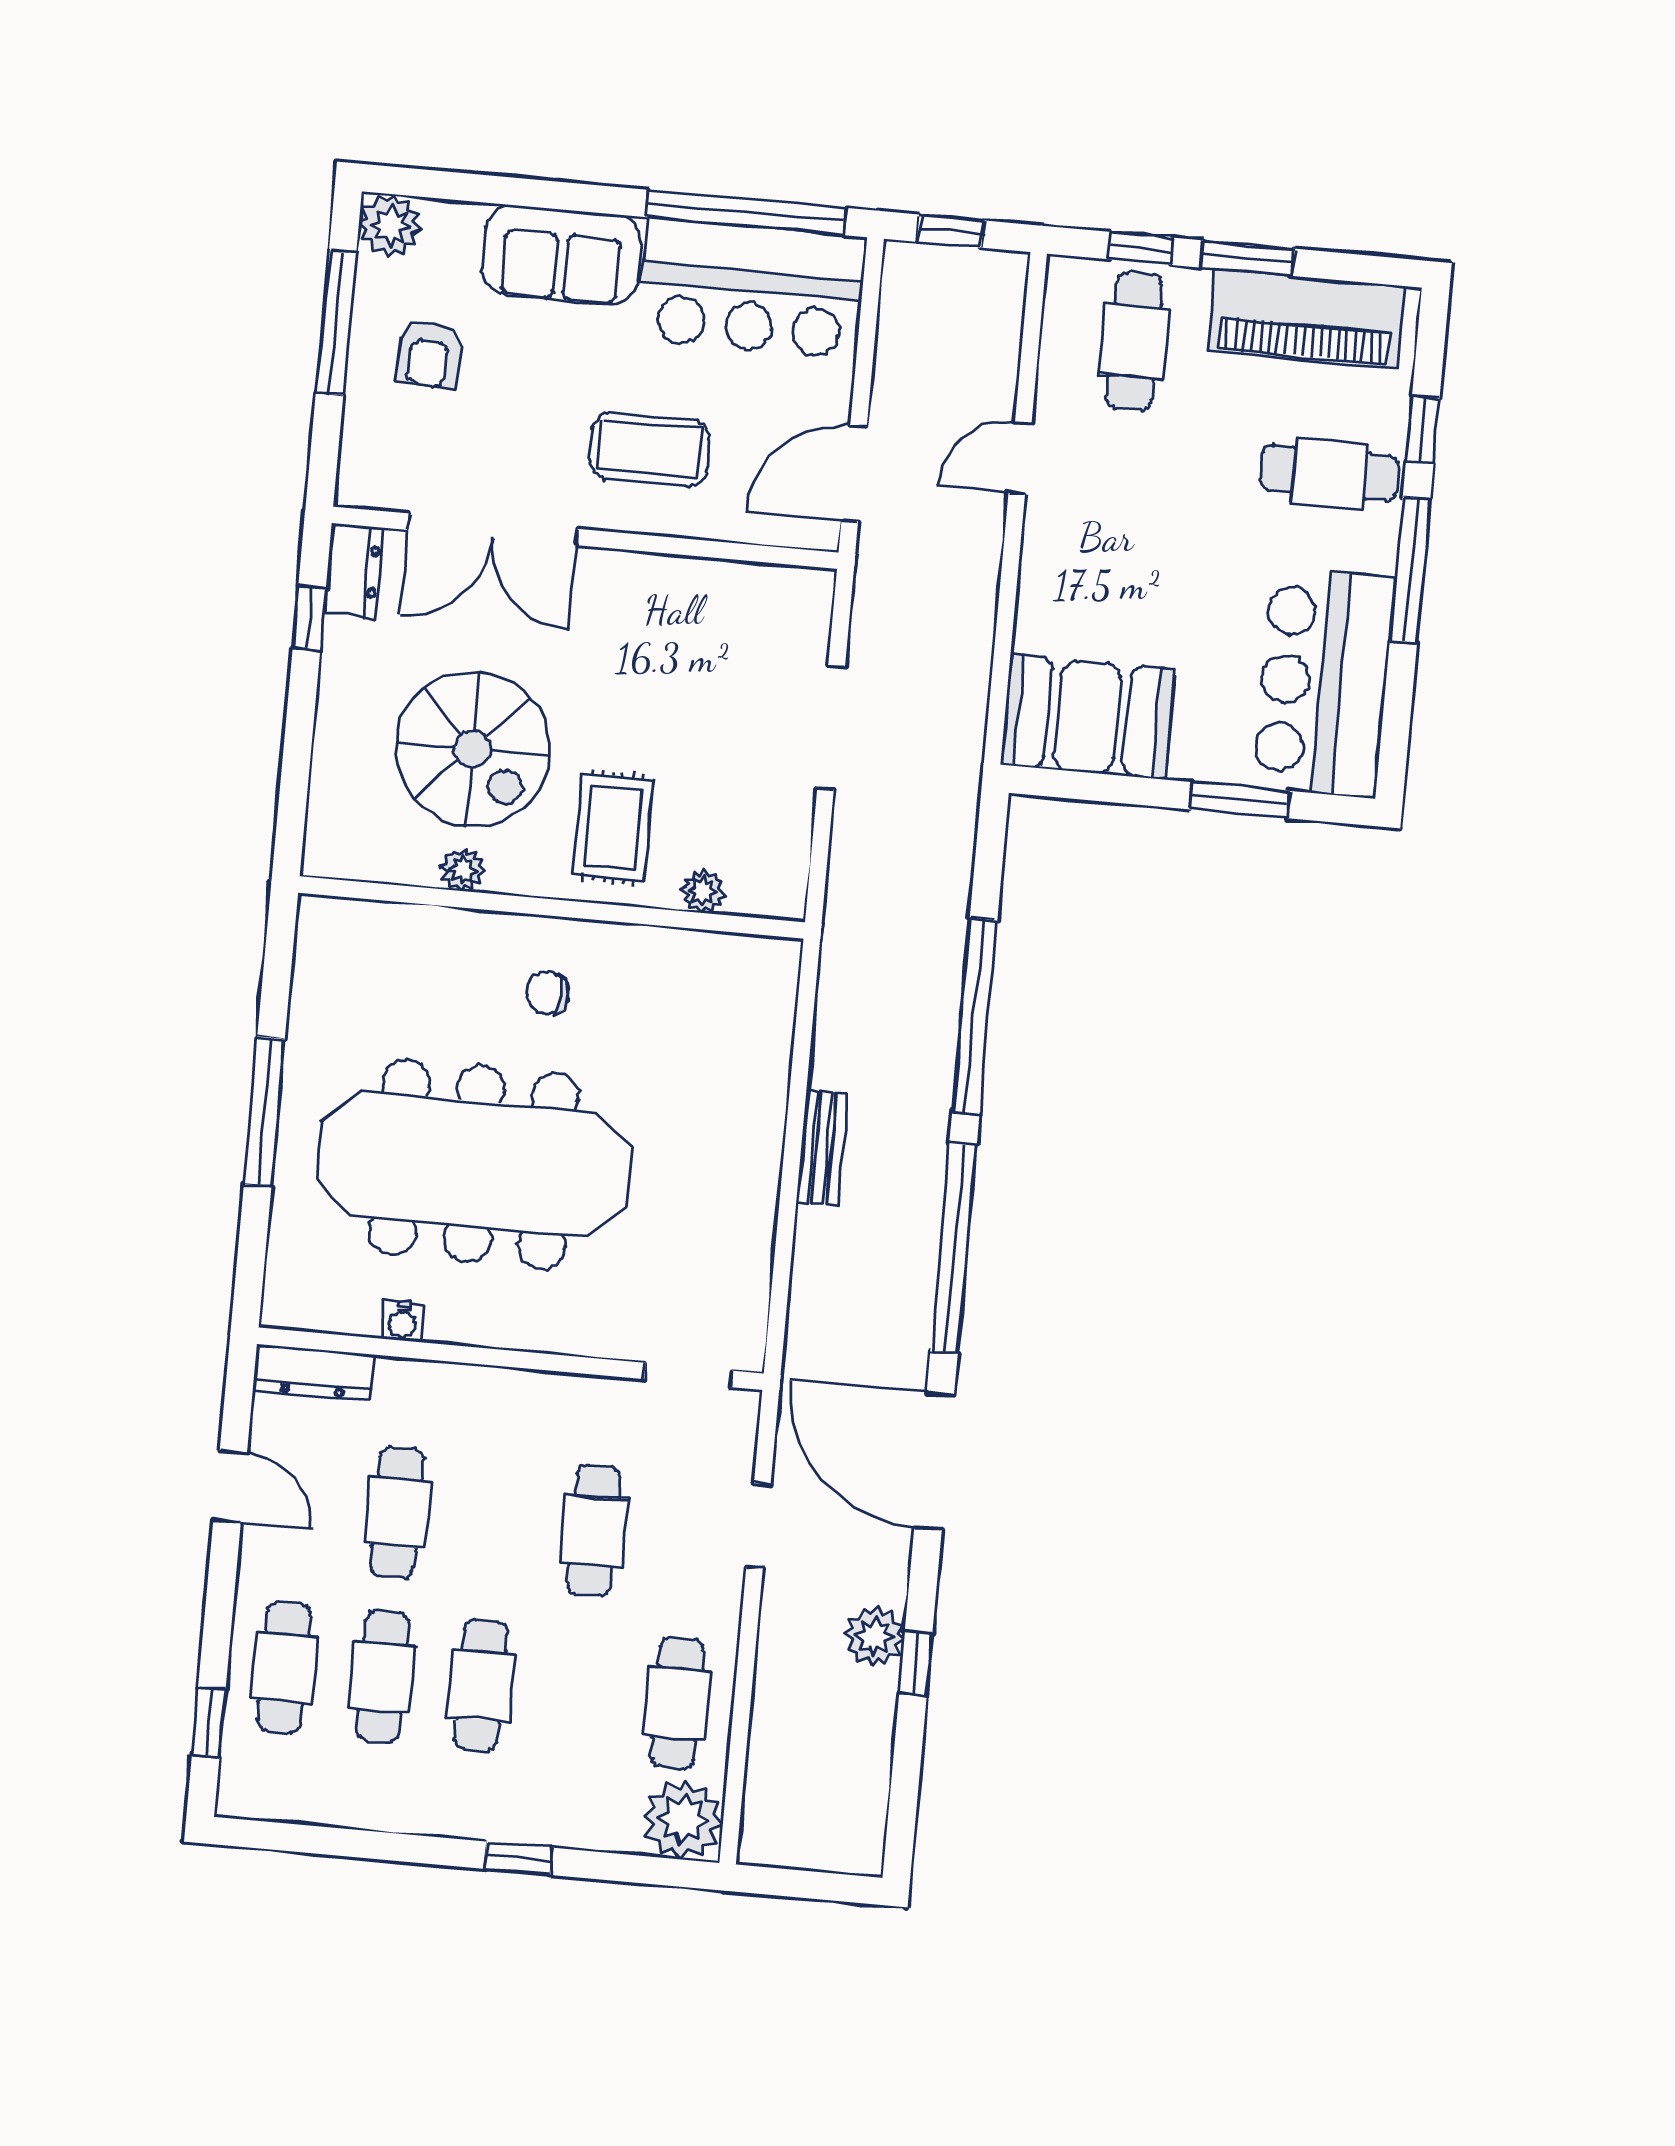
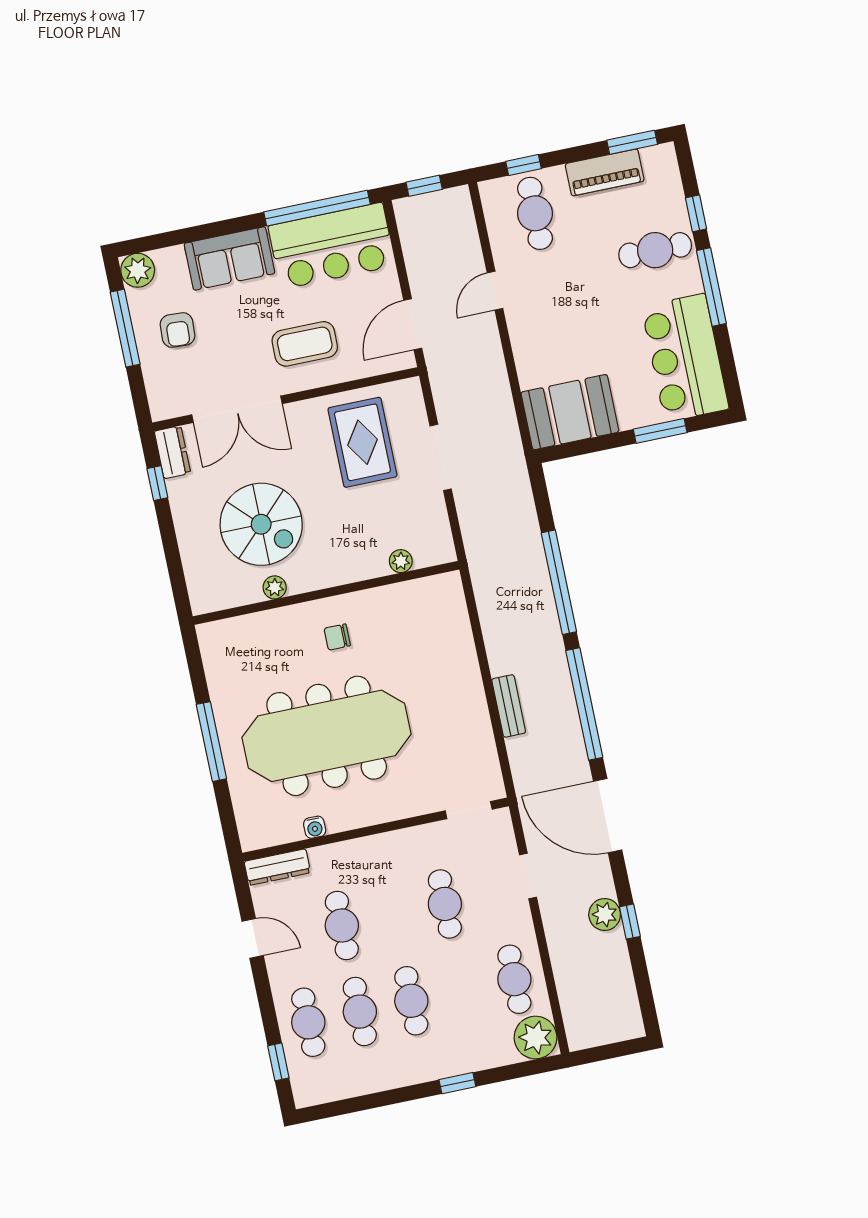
window: (1247, 258) -> (632, 142), moved
piano: (1306, 319) -> (605, 172), width x0.73, depth x0.75
rug: (613, 827) -> (362, 442), moved, width x1.36, depth x1.43
bench: (823, 1148) -> (509, 706), moved

